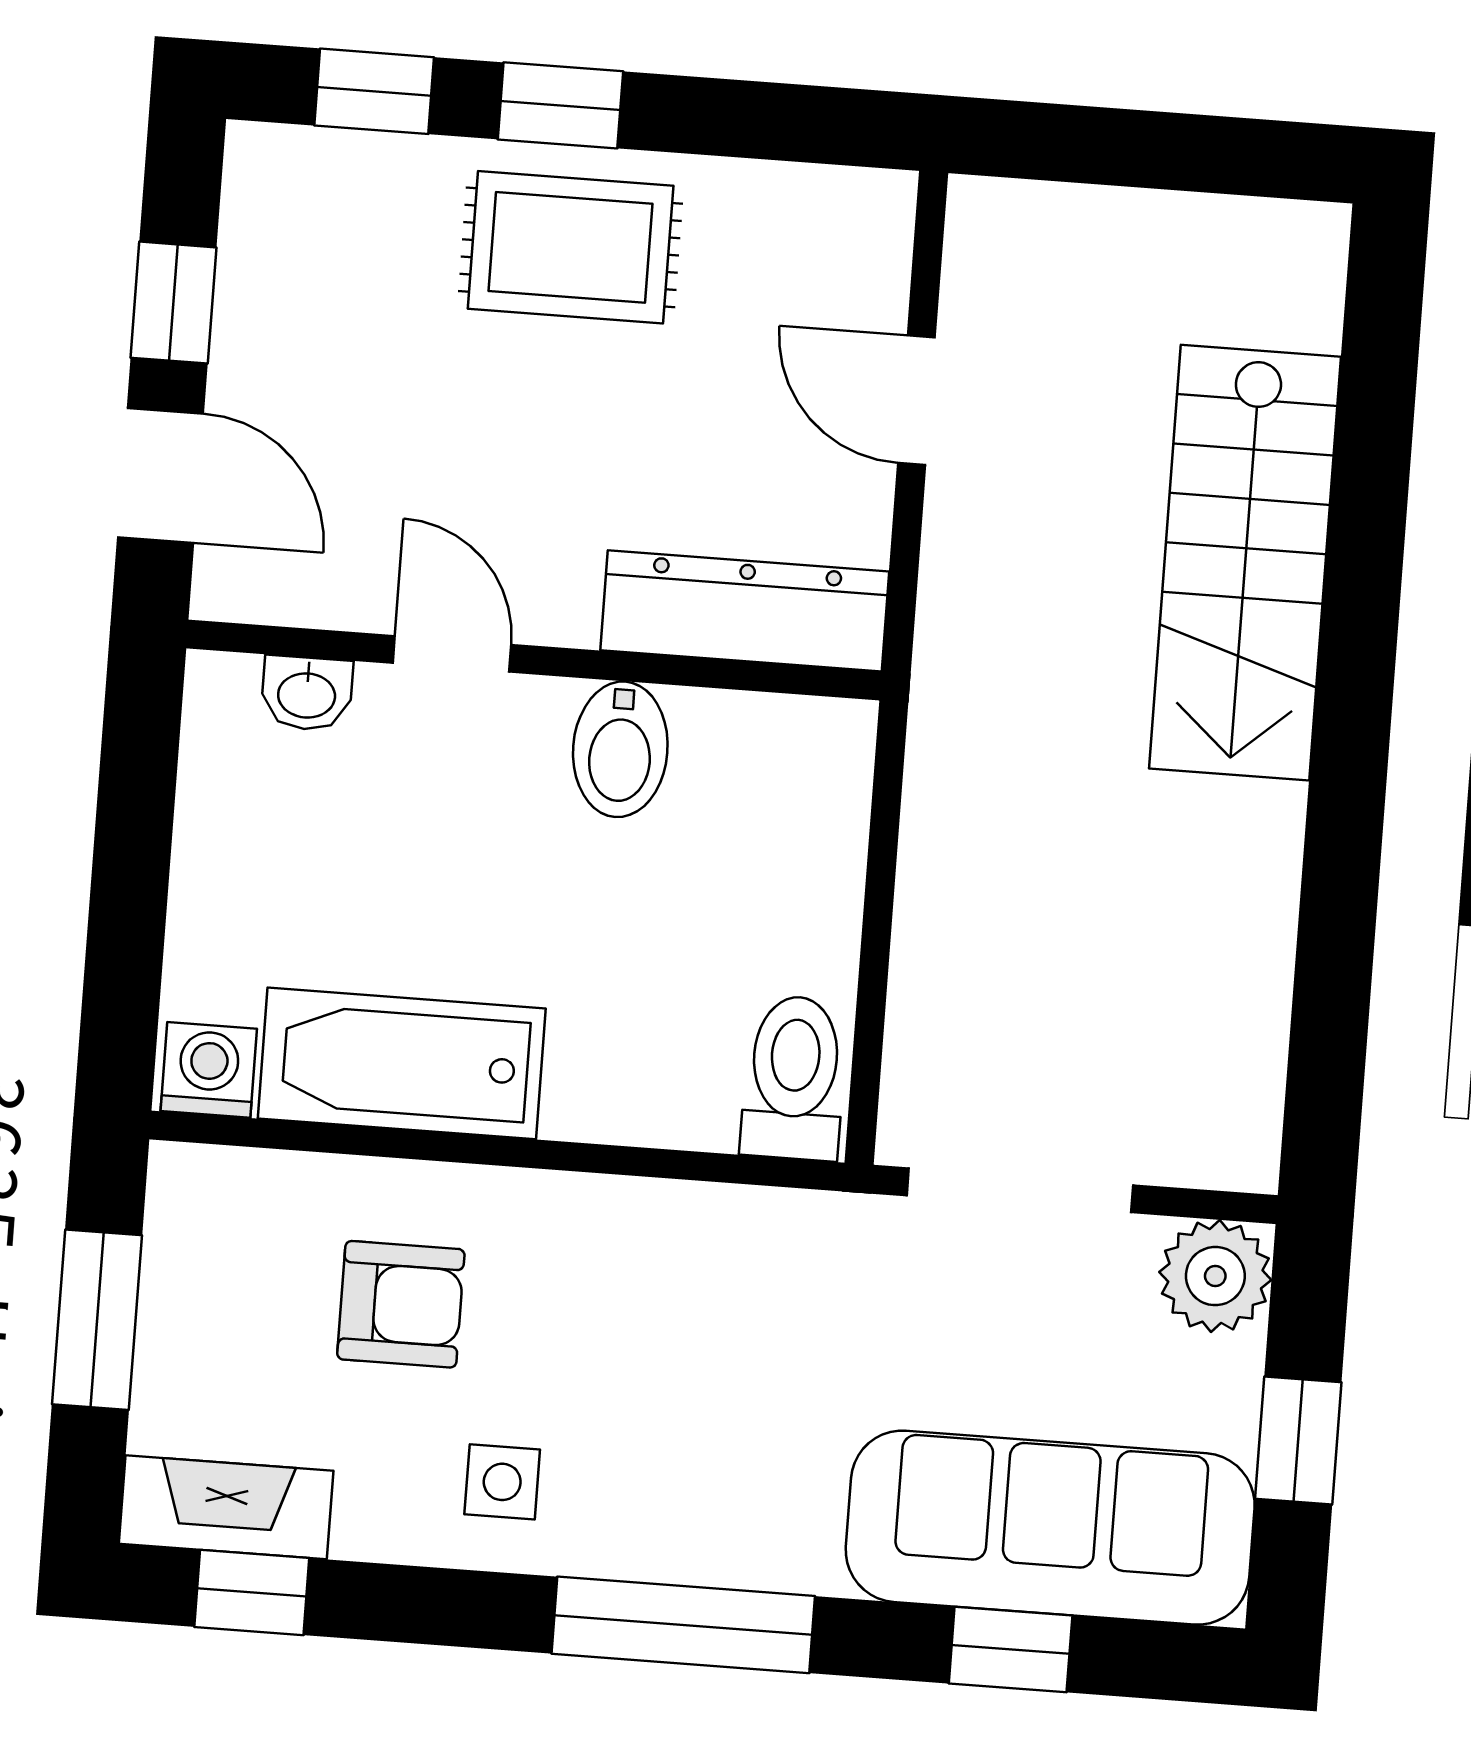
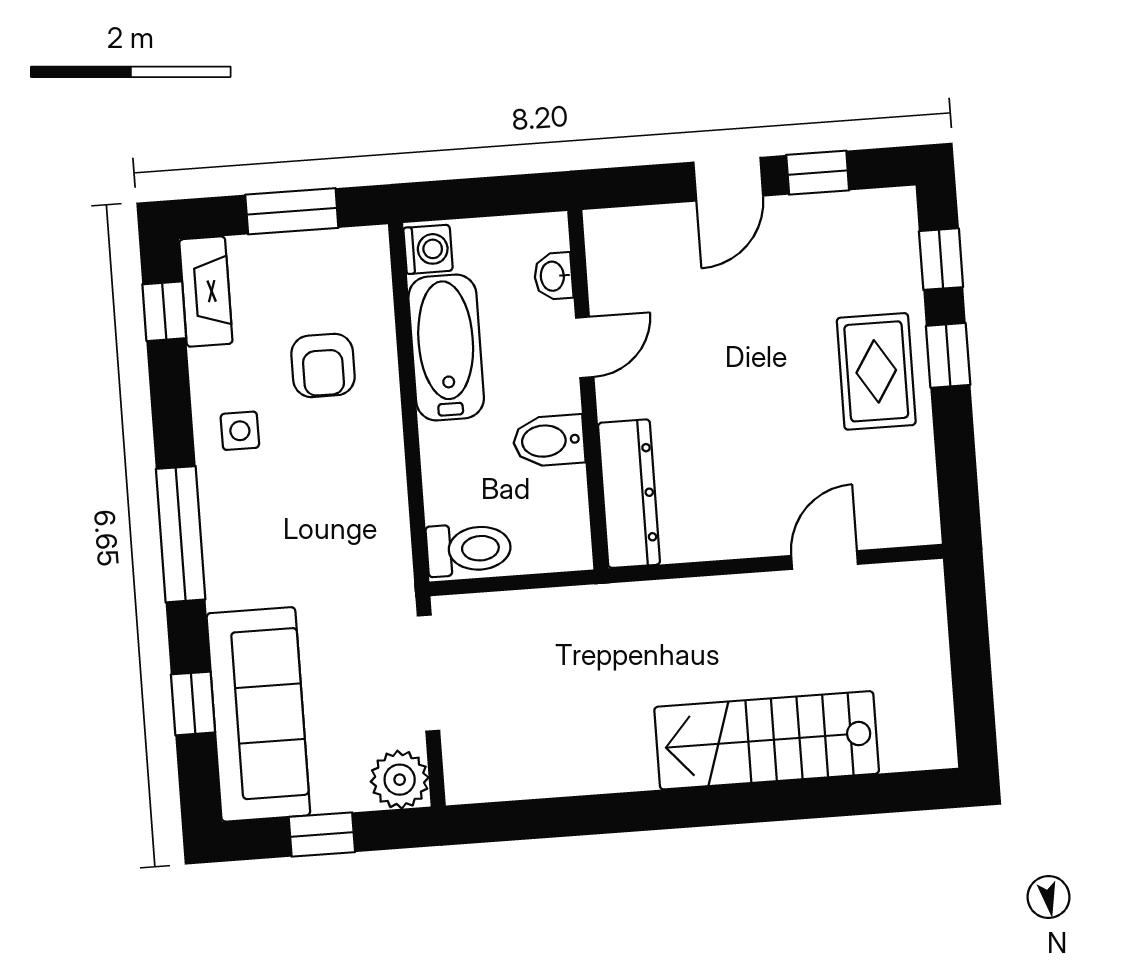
dresser: (745, 611) -> (629, 494), moved
door: (452, 654) -> (585, 347), moved
wall: (534, 660) -> (588, 390), moved
washbasin: (307, 693) -> (553, 276), moved
bidet: (620, 749) -> (549, 441), moved

